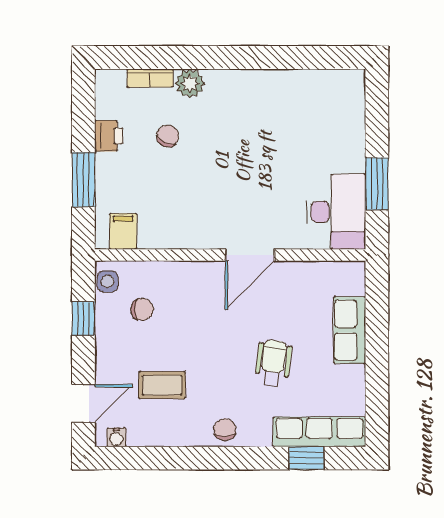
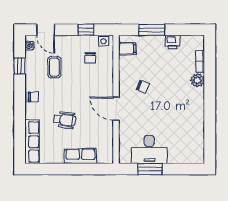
chair: (168, 136) -> (143, 87), moved
desk: (336, 212) -> (149, 150), moved
window: (306, 458) -> (20, 66), moved

